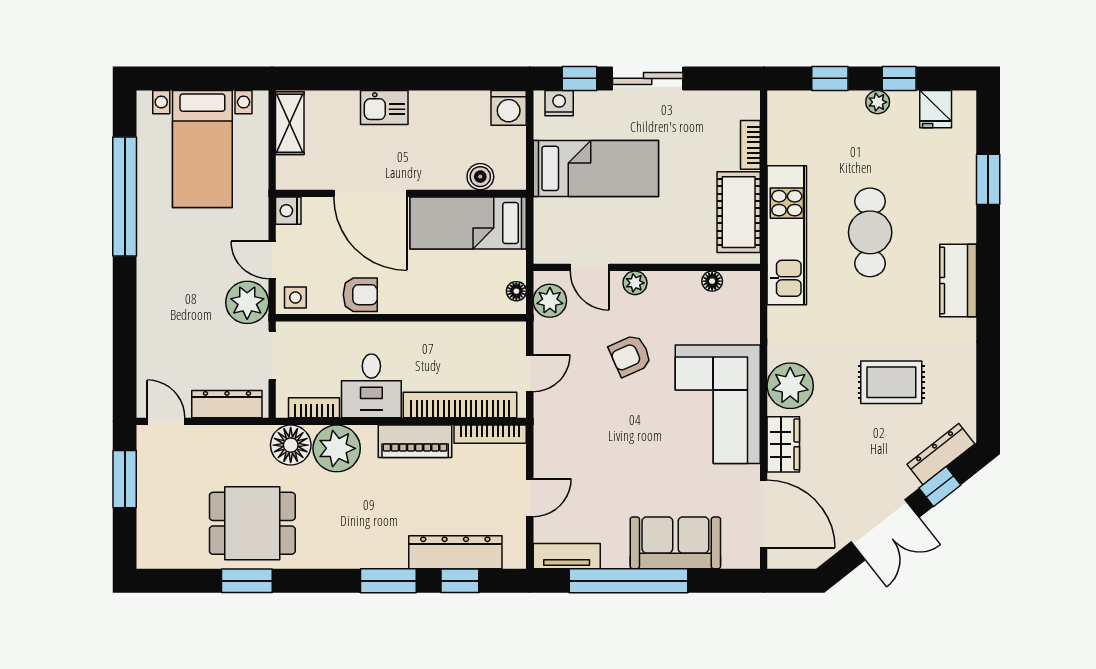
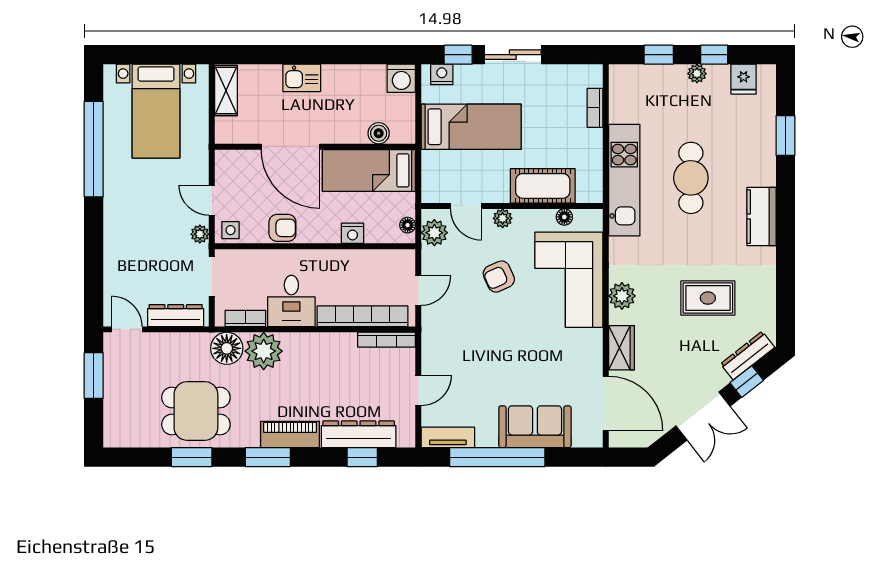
nightstand: (288, 211) -> (353, 233), moved, turned -90
cot: (739, 212) -> (543, 186), moved, turned 90
plant: (247, 302) -> (200, 234), width x0.53, depth x0.53
plant: (790, 386) -> (622, 296), width x0.73, depth x0.73
corner sofa: (718, 404) -> (569, 280), moved
piano: (415, 441) -> (290, 434), moved, turned 180
window: (388, 581) -> (268, 457), moved

